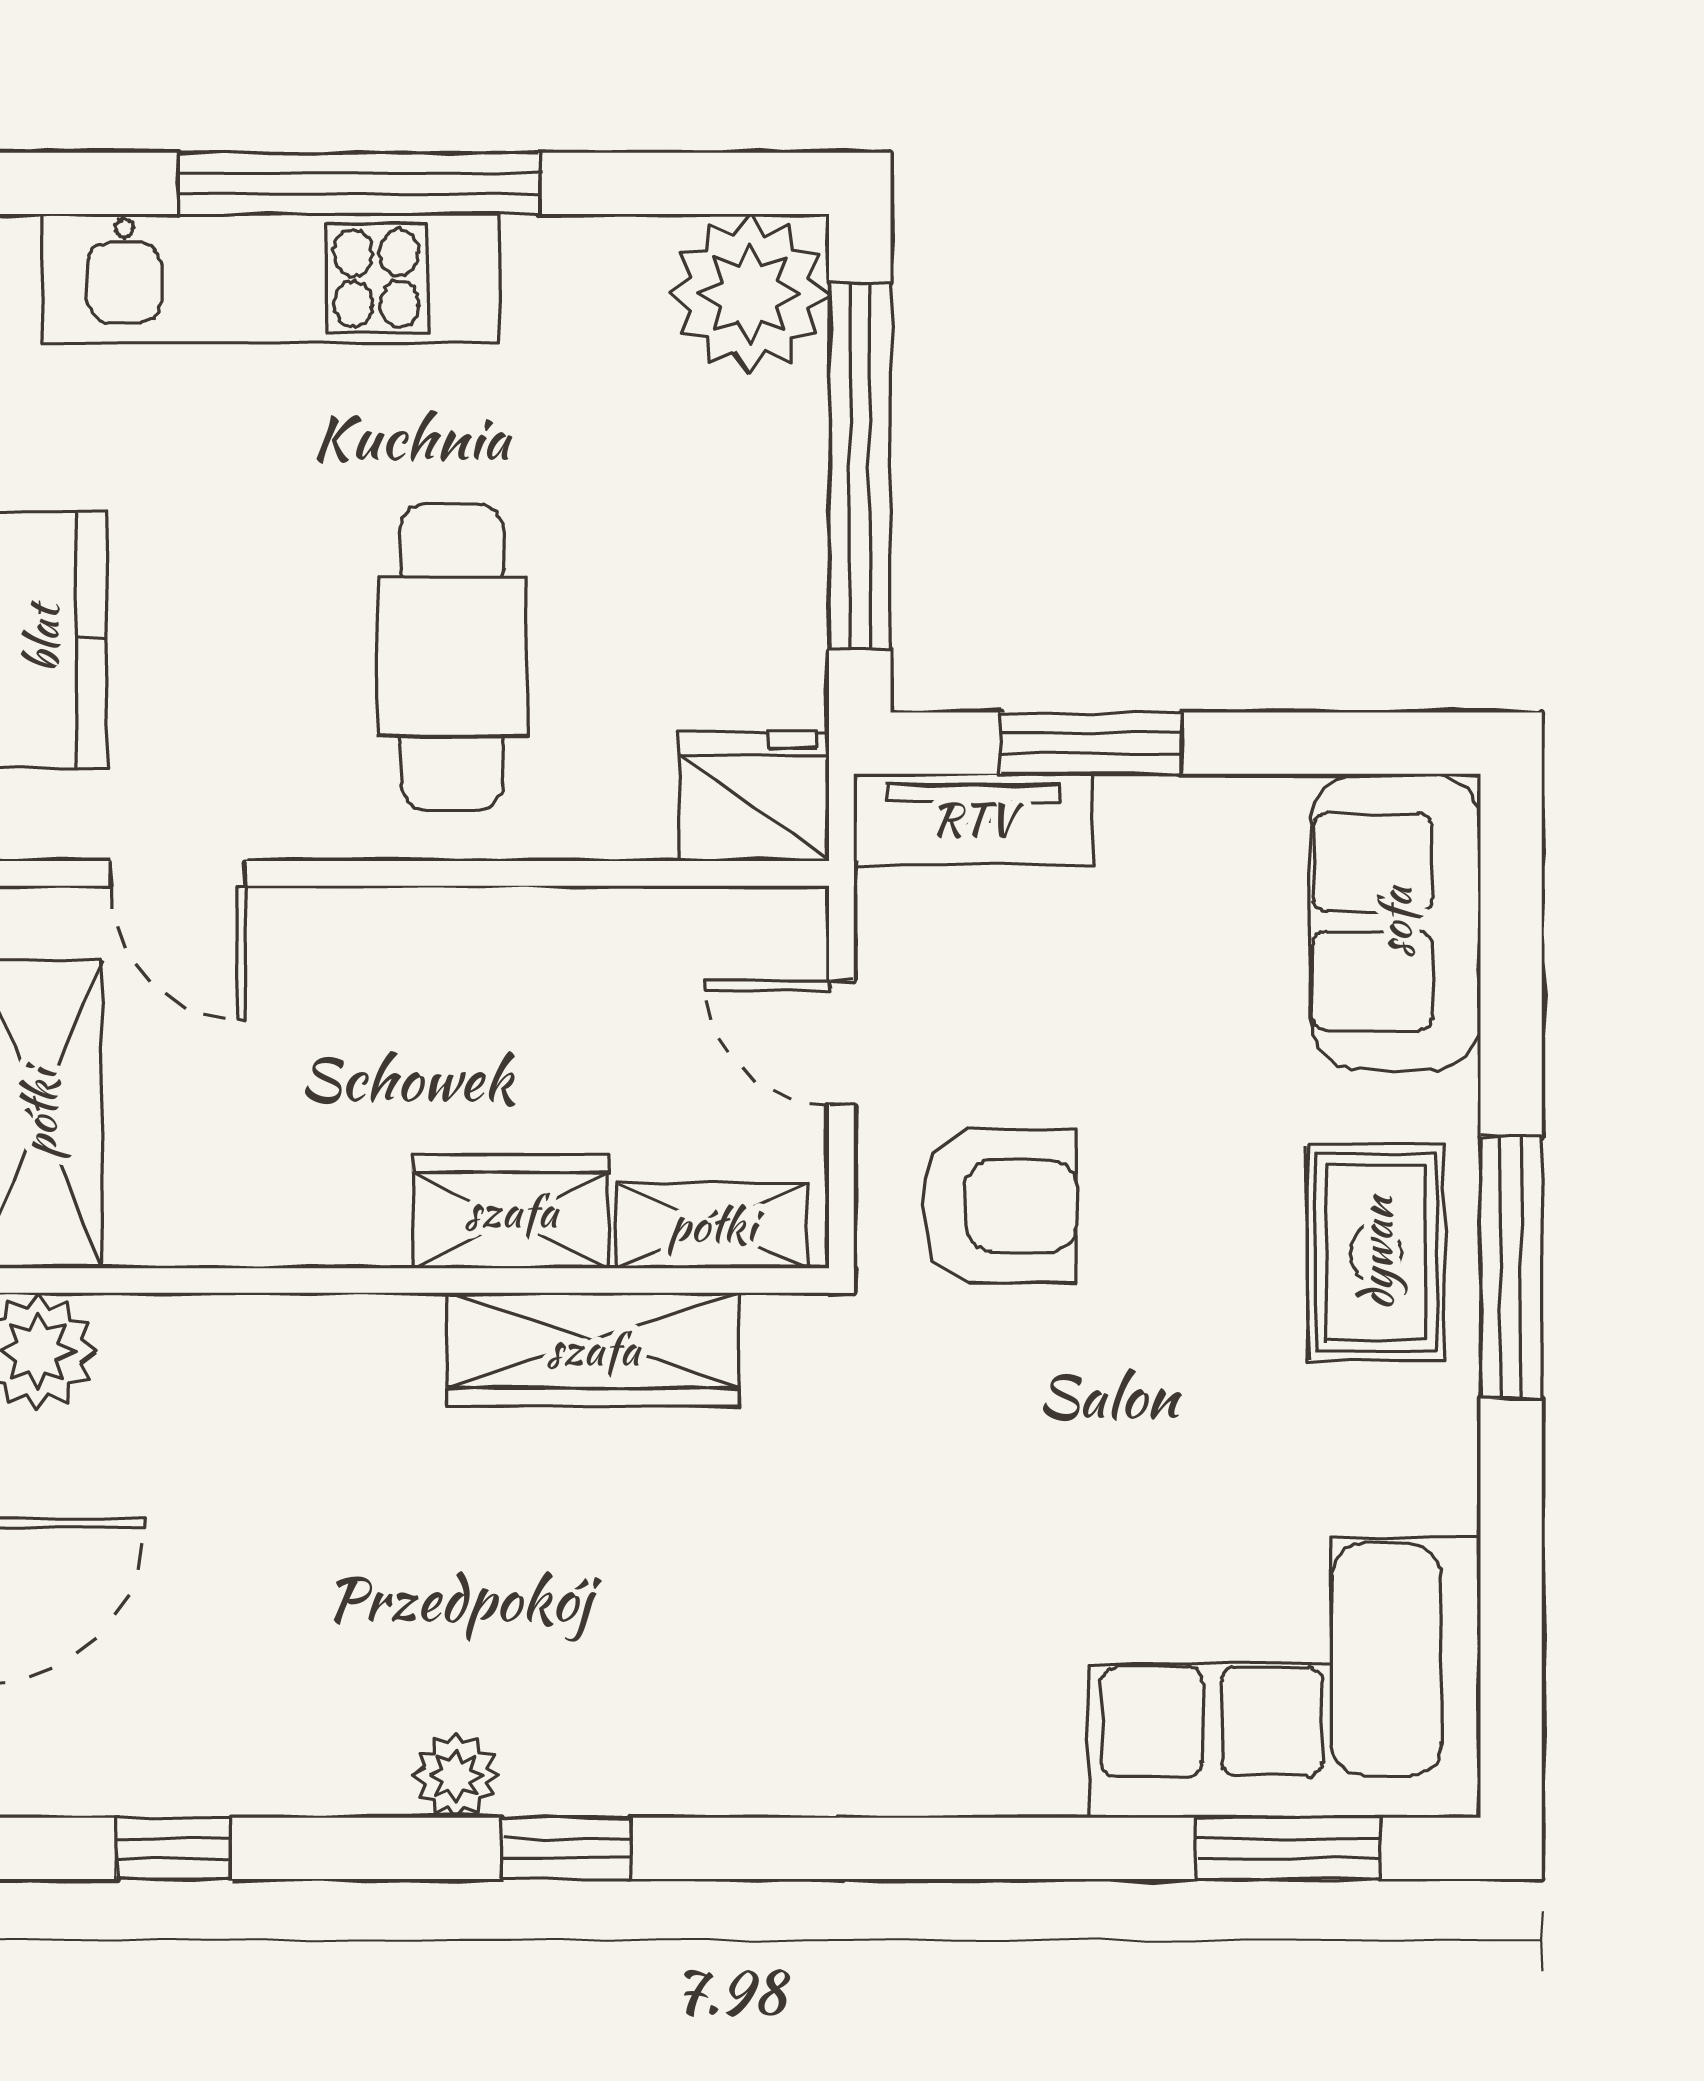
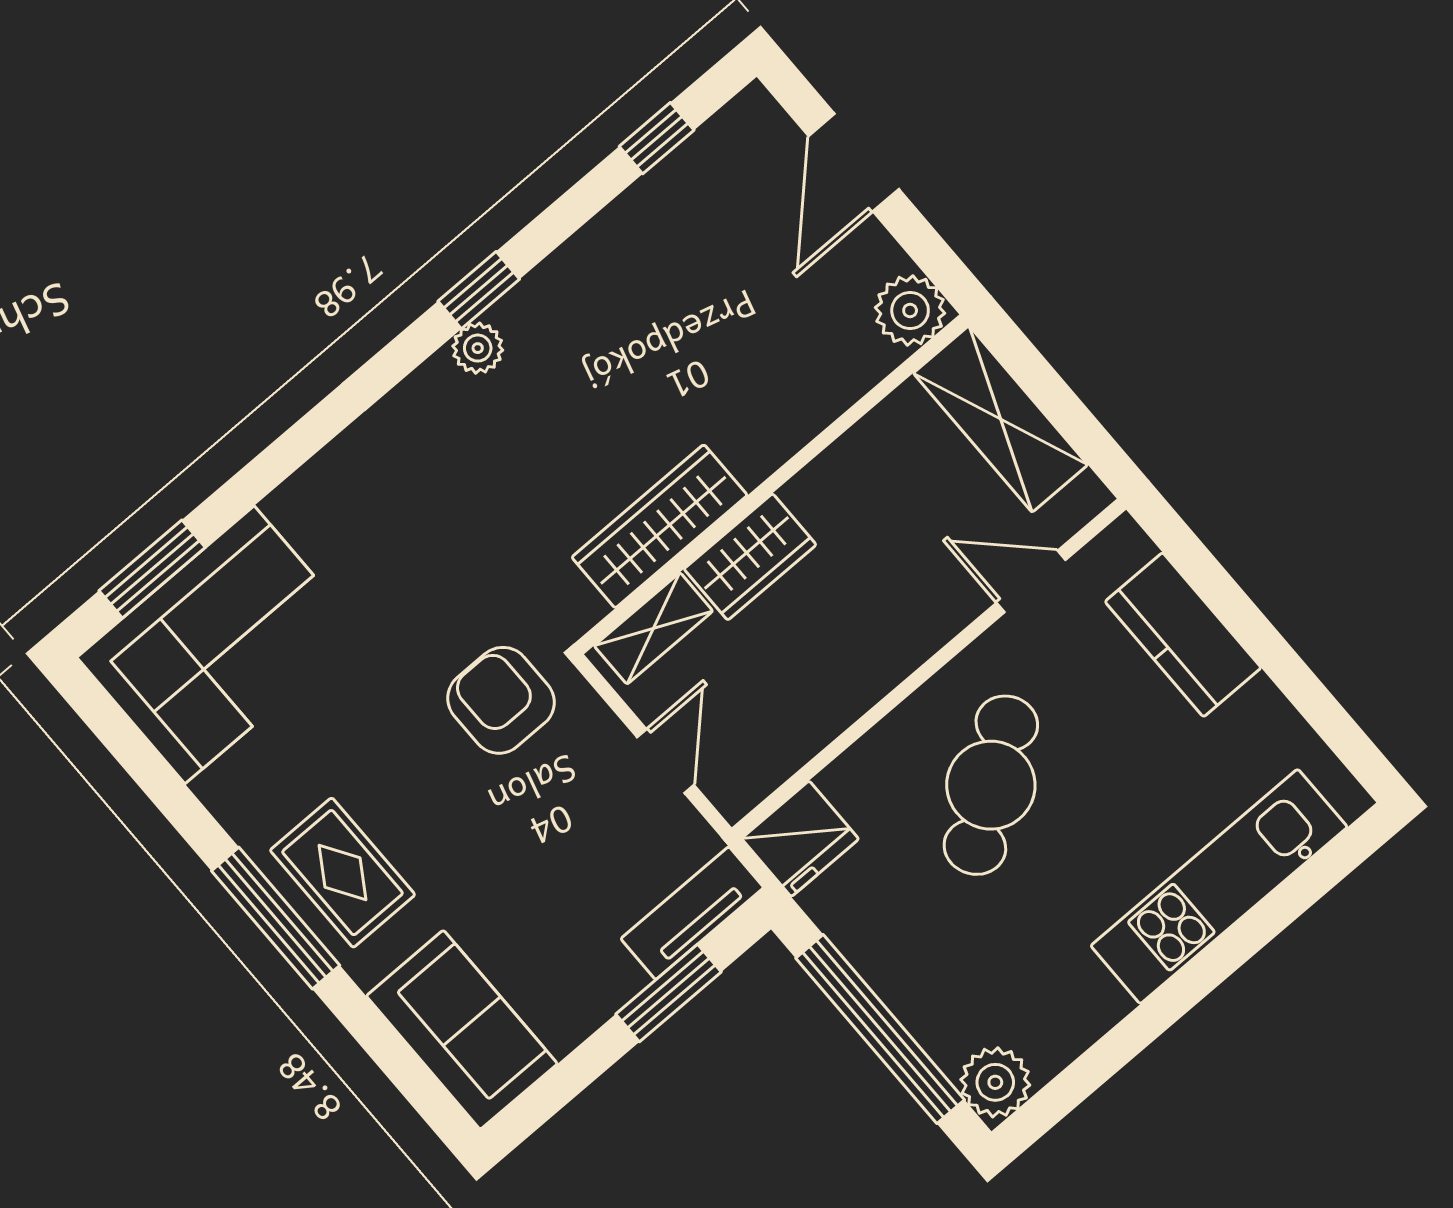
window: (359, 183) -> (1216, 964), removed
plant: (749, 294) -> (995, 1082), width x0.73, depth x0.73
cafe table: (452, 657) -> (991, 785), turned 55
door: (841, 1043) -> (666, 761), hinge flipped
armchair: (1000, 1206) -> (501, 700), moved, turned 90
plant: (456, 1775) -> (478, 348), moved

